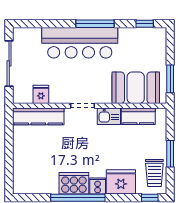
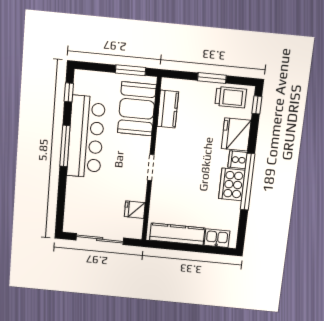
bar counter: (80, 43) -> (86, 137), moved
kitchen counter: (38, 116) -> (177, 234), moved, turned -90
kitchen sink: (109, 116) -> (217, 238), moved, turned -90

